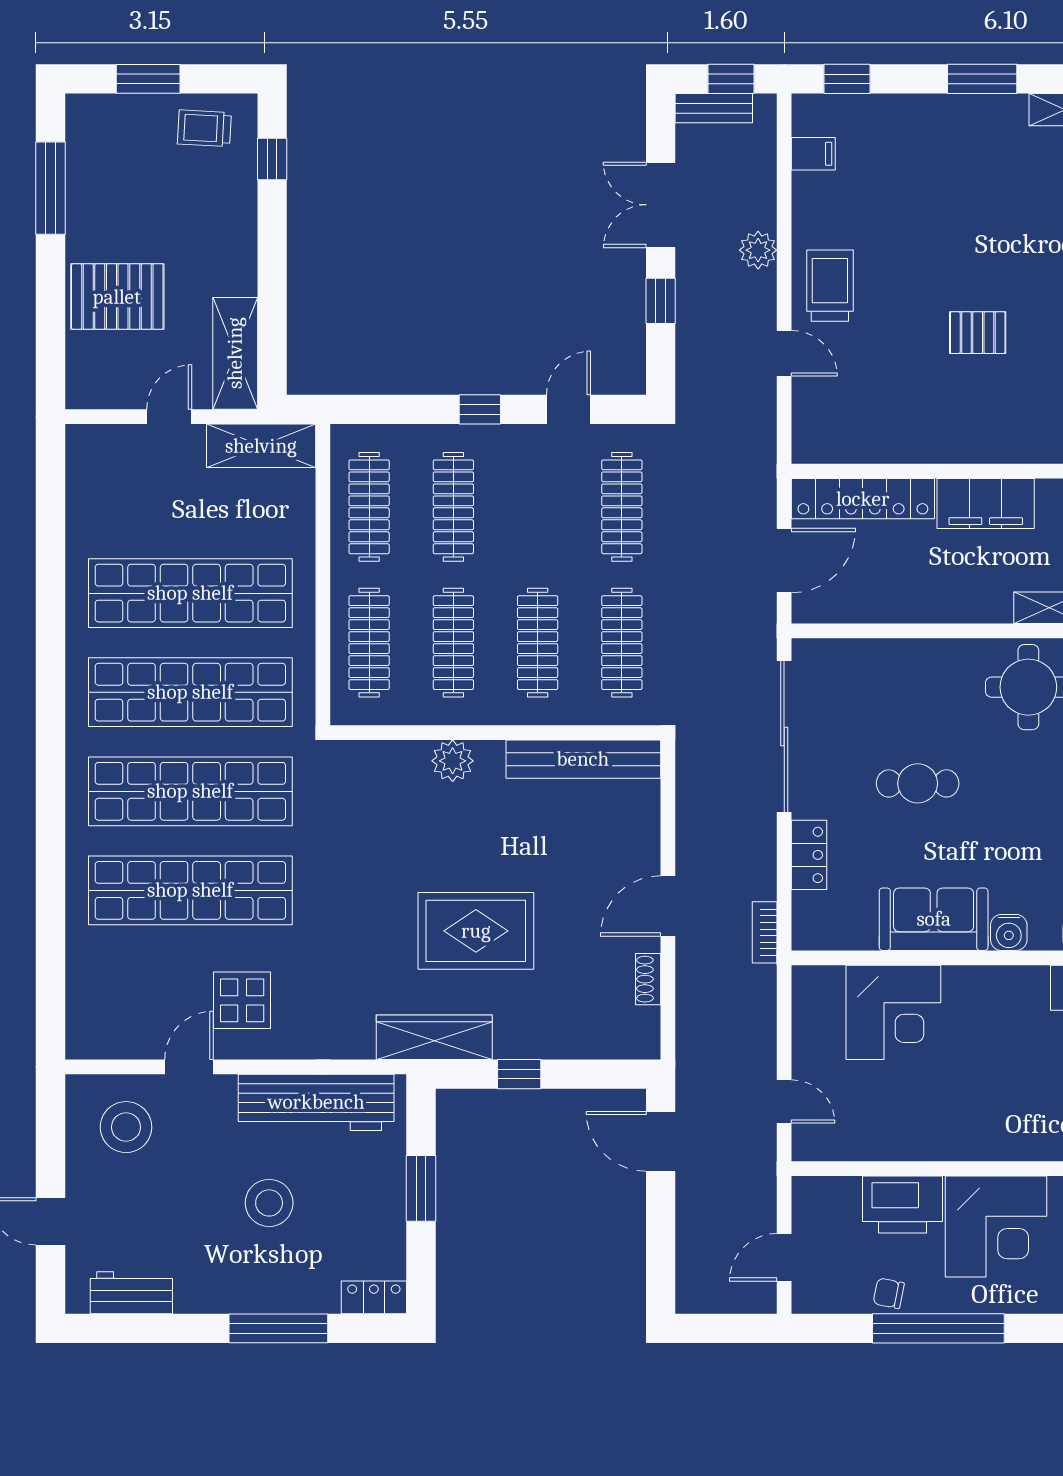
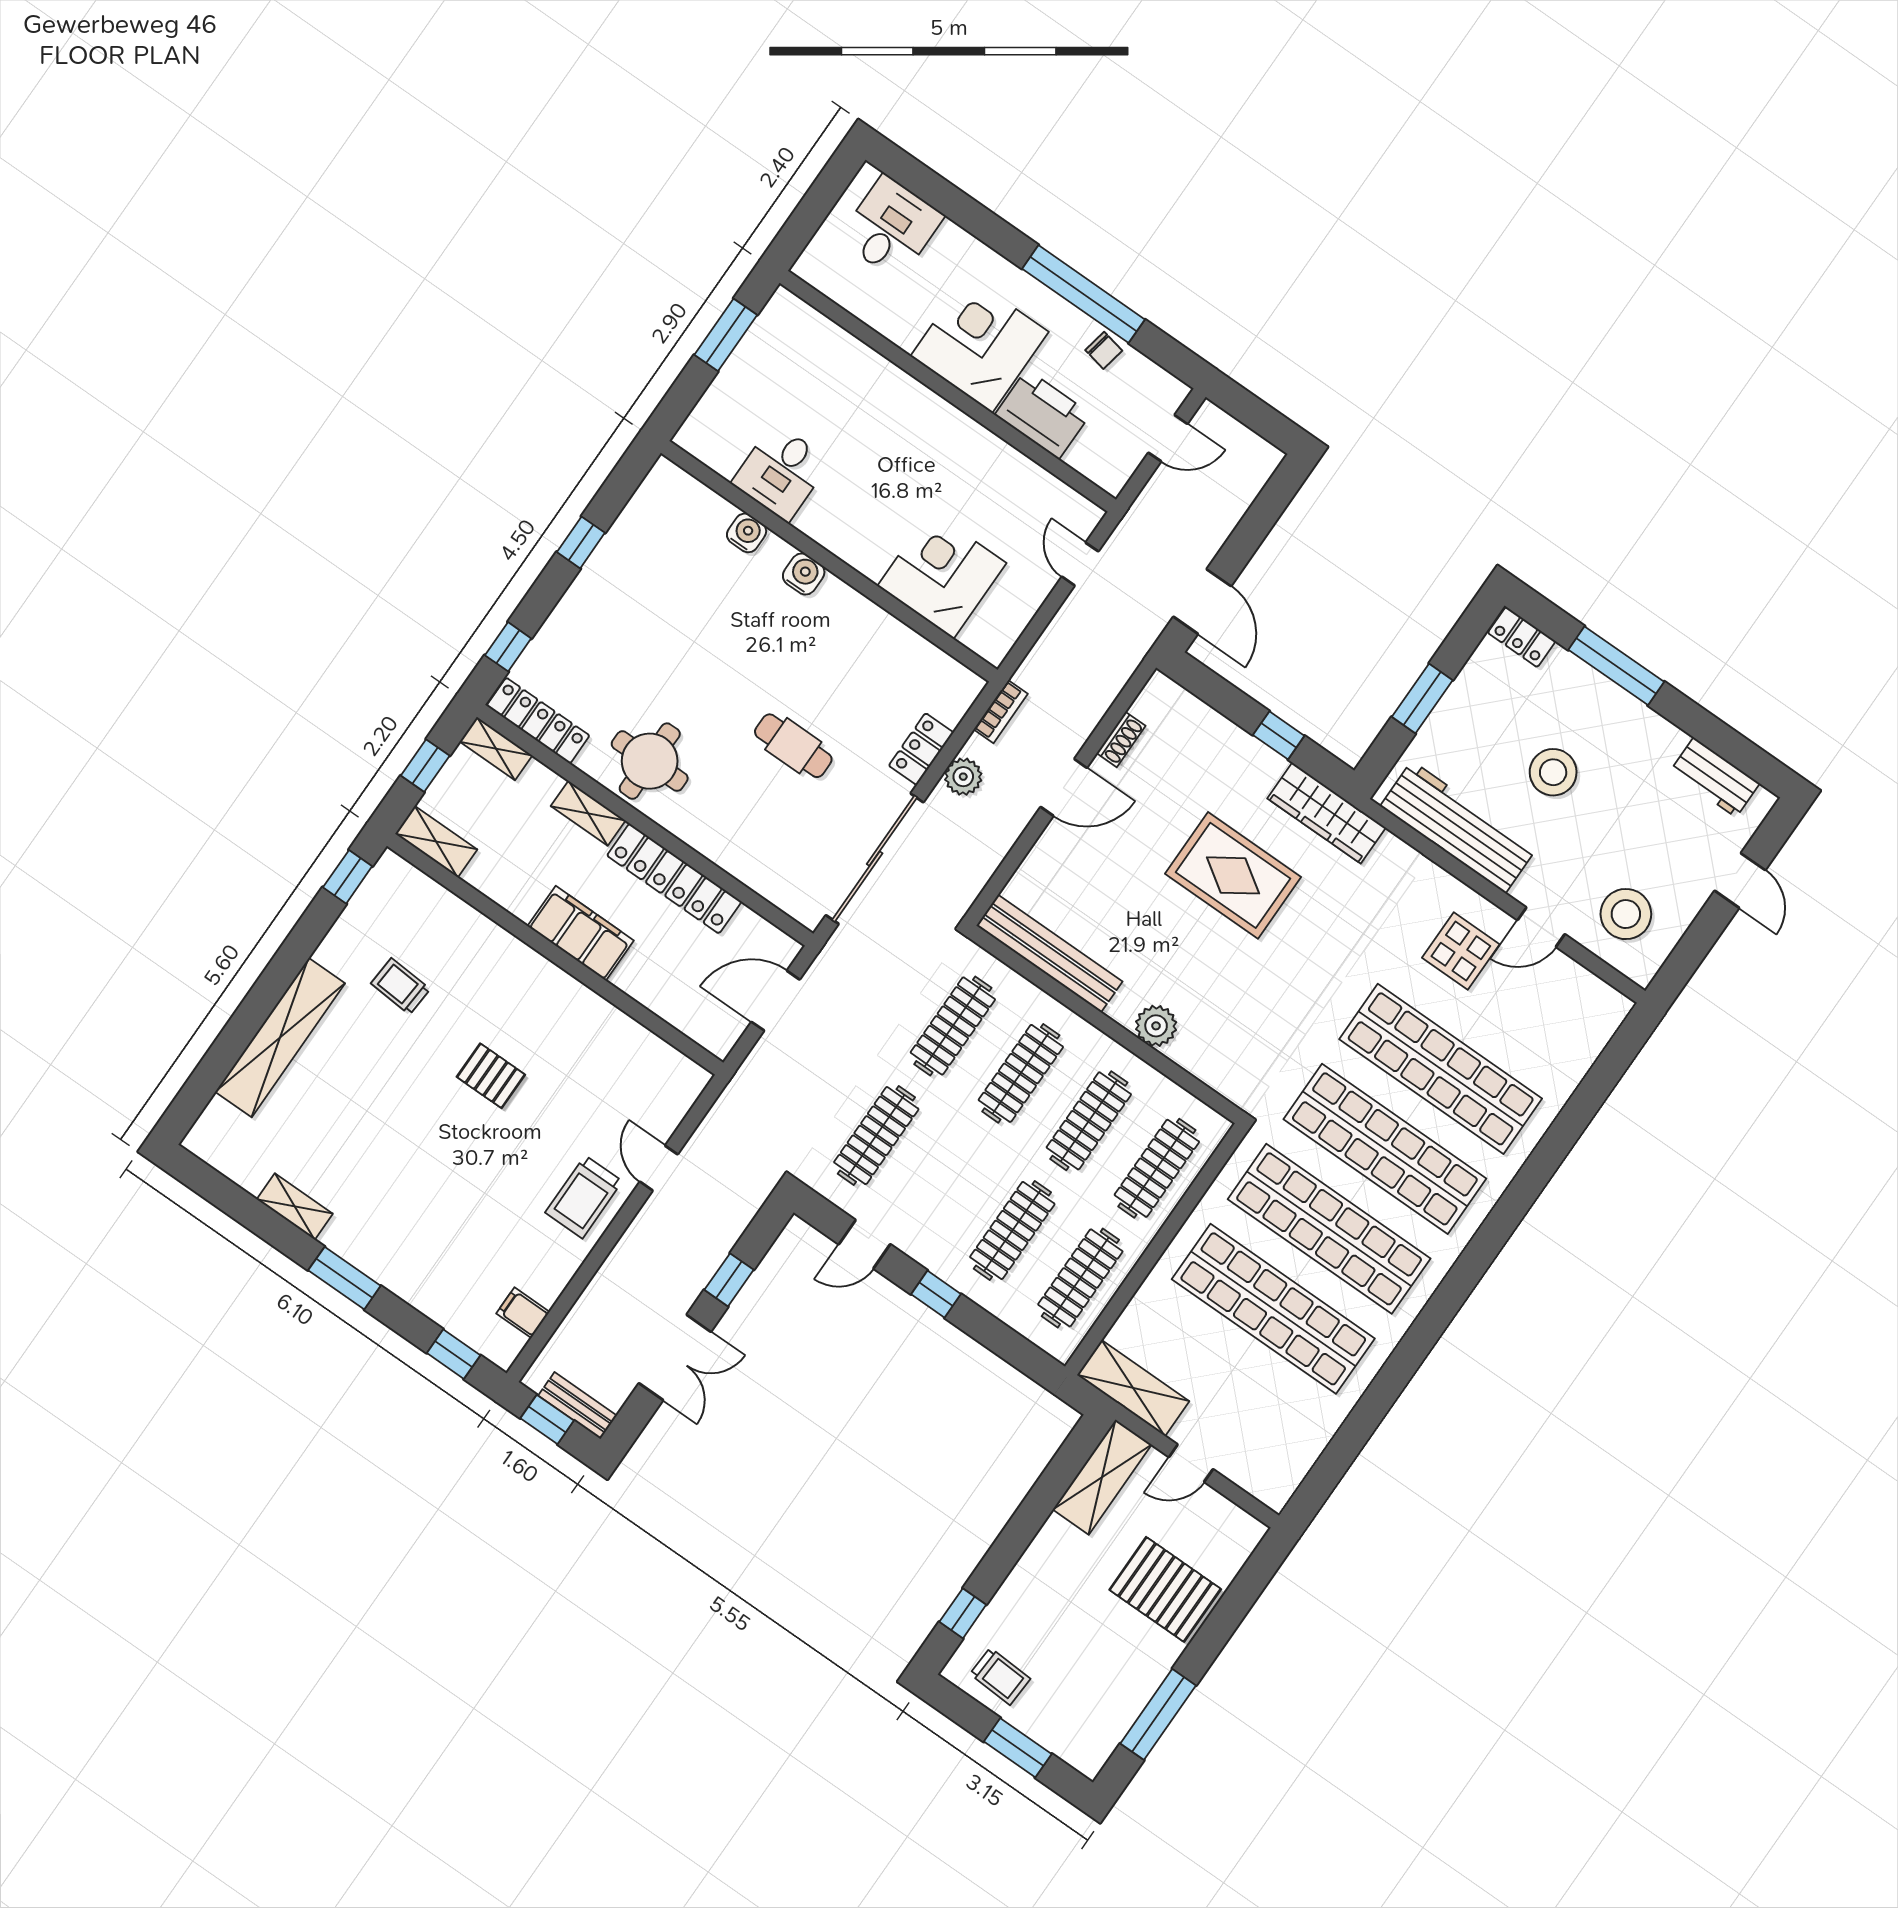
plant: (758, 250) -> (963, 777), moved
locker: (863, 499) -> (674, 879), moved, turned 180
sofa: (934, 919) -> (857, 627), removed

